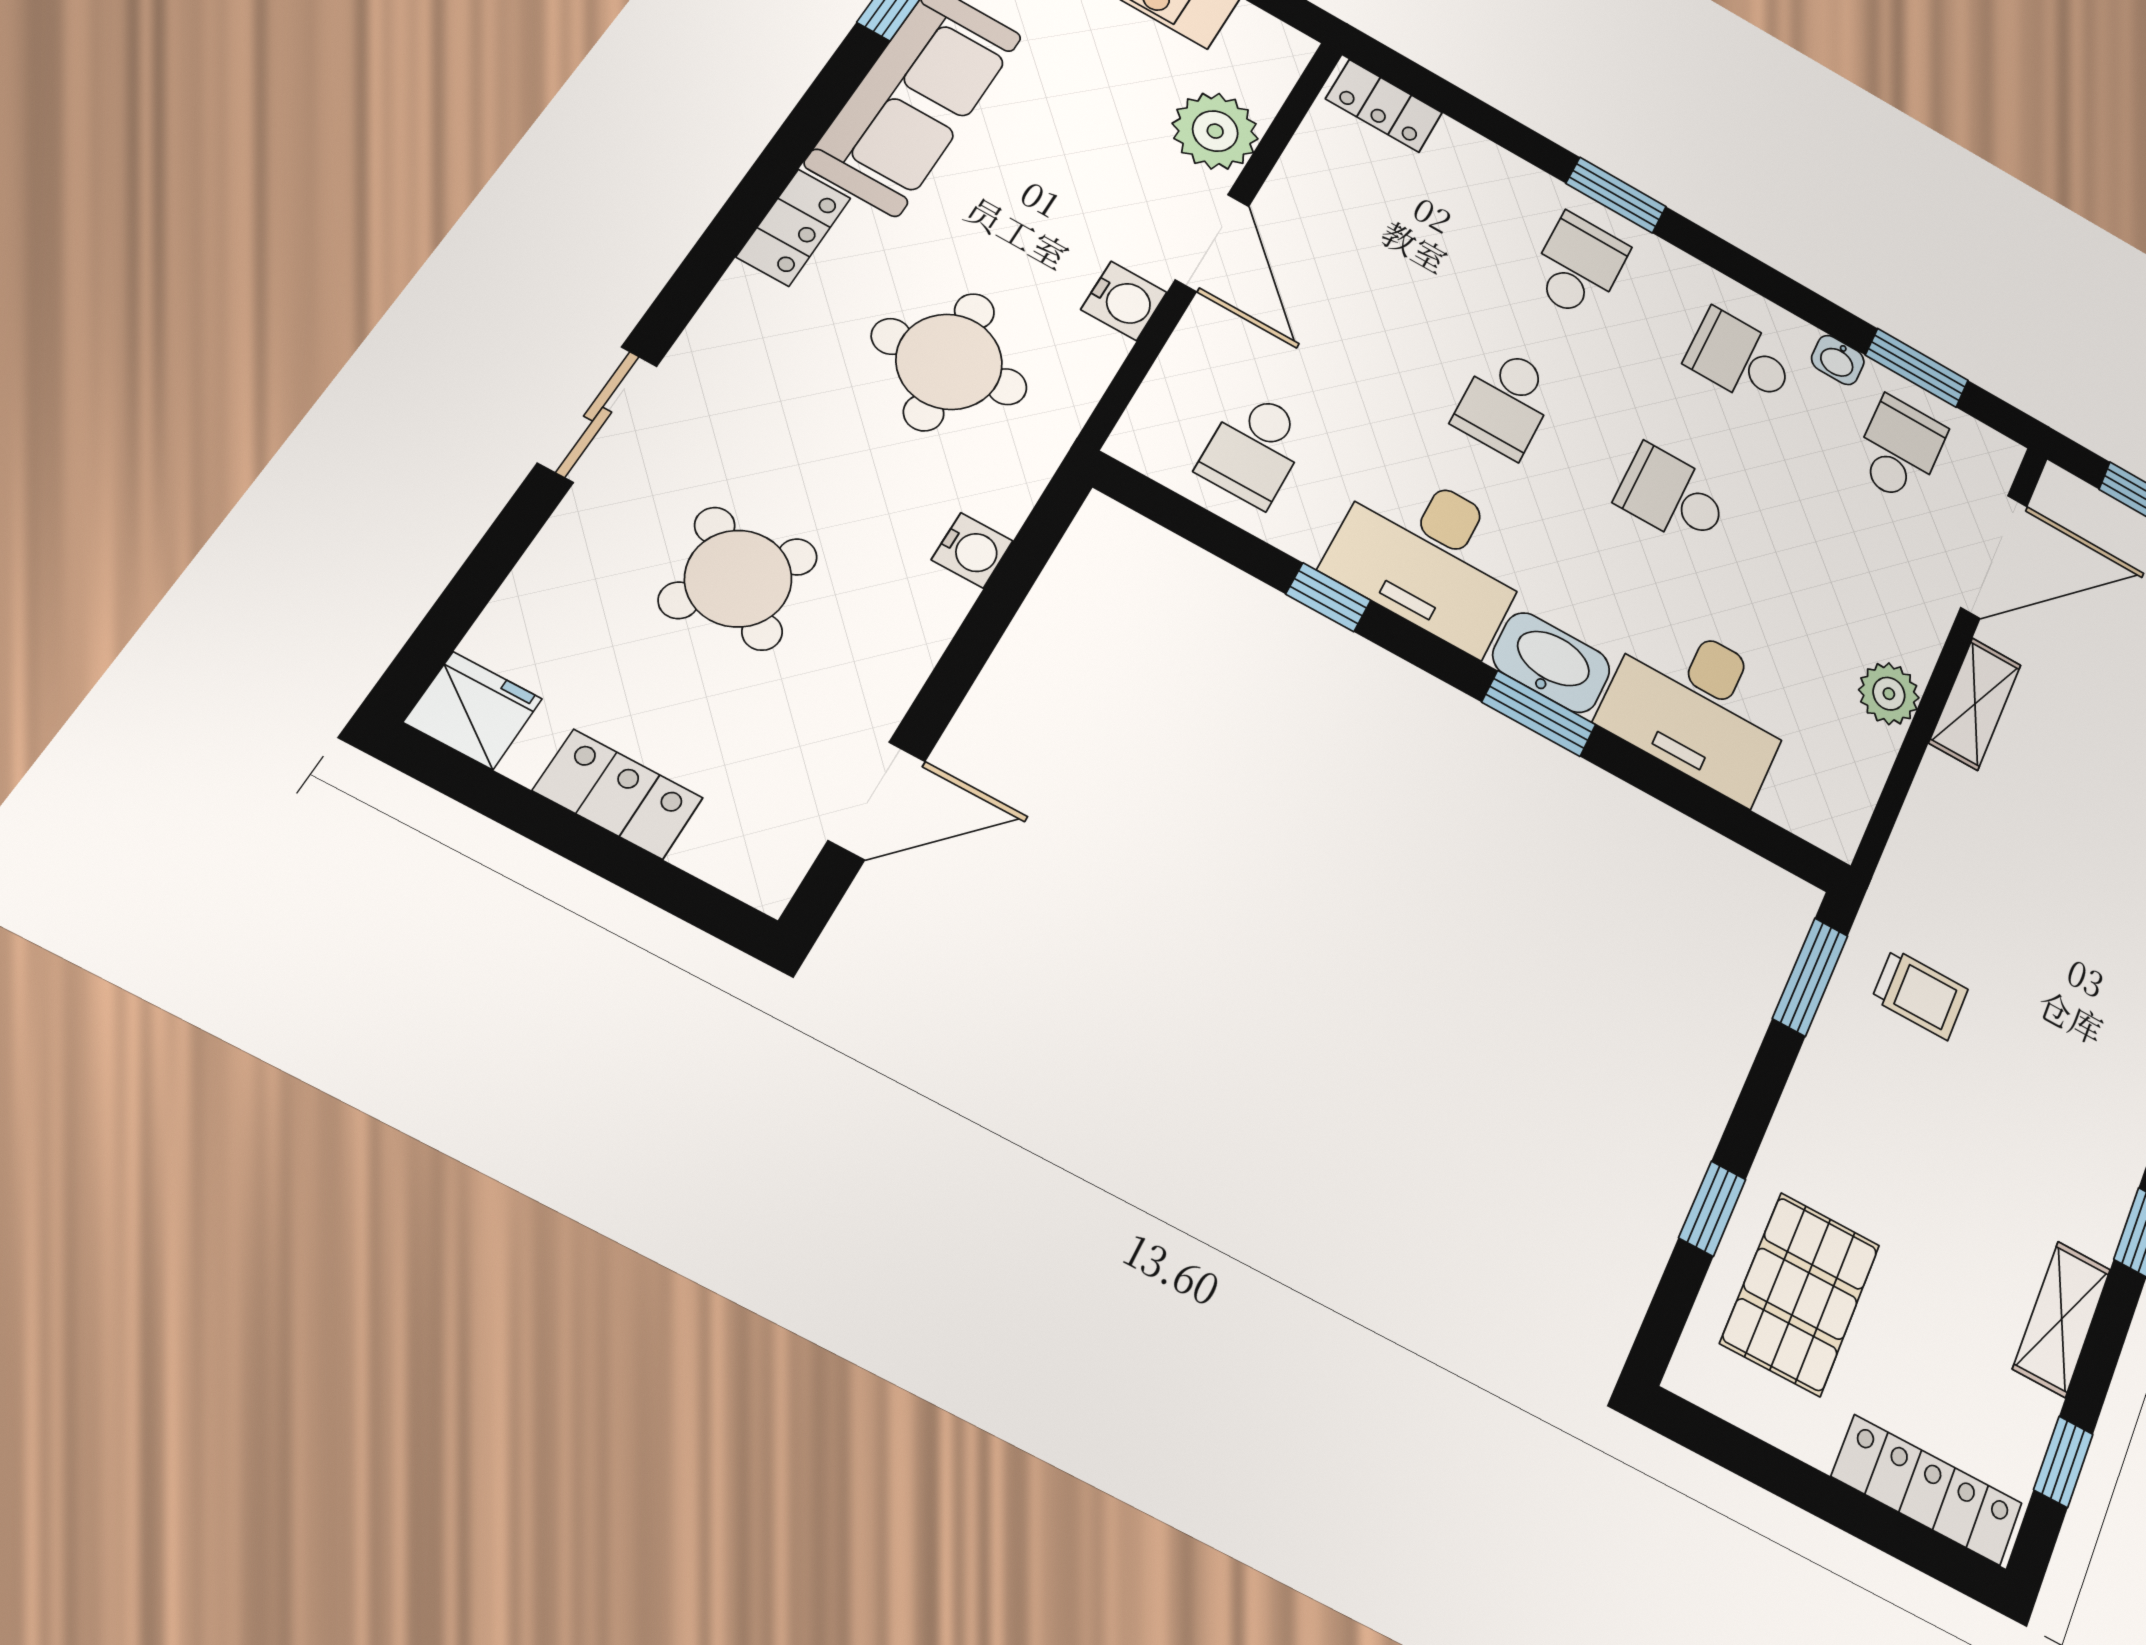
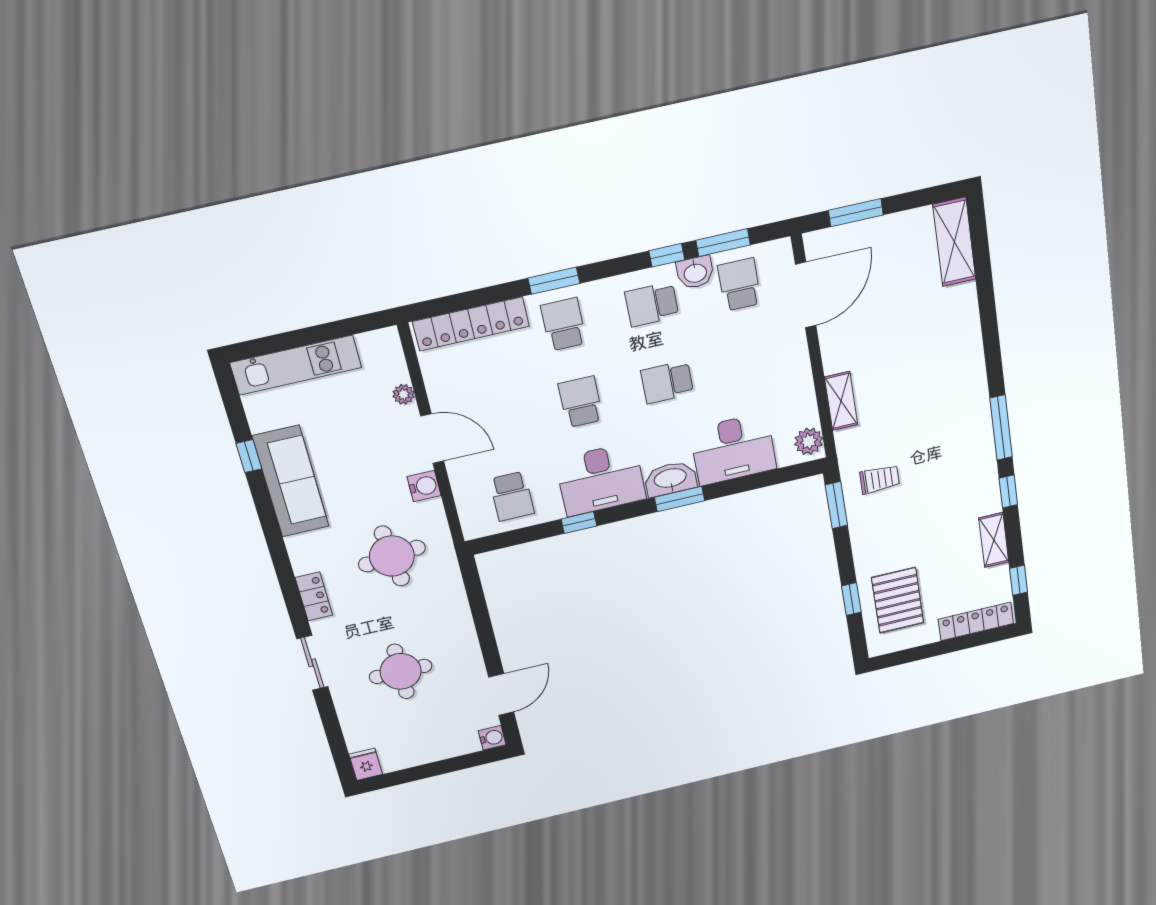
locker: (1384, 106) -> (471, 324), width x2.16, depth x1.21
plant: (1215, 131) -> (403, 394), width x0.53, depth x0.53
locker: (794, 227) -> (314, 596), moved
window: (1817, 311) -> (667, 255), added
washbasin: (1838, 360) -> (695, 272), width x1.38, depth x1.45
school desk: (1506, 402) -> (581, 402), turned 180
water cooler: (972, 550) -> (492, 738), moved
round table: (738, 578) -> (401, 671), turned -37
plant: (1889, 694) -> (809, 441), moved
shelving: (1975, 704) -> (841, 401), moved
fridge: (473, 711) -> (366, 764), width x0.72
locker: (618, 794) -> (431, 751), removed

